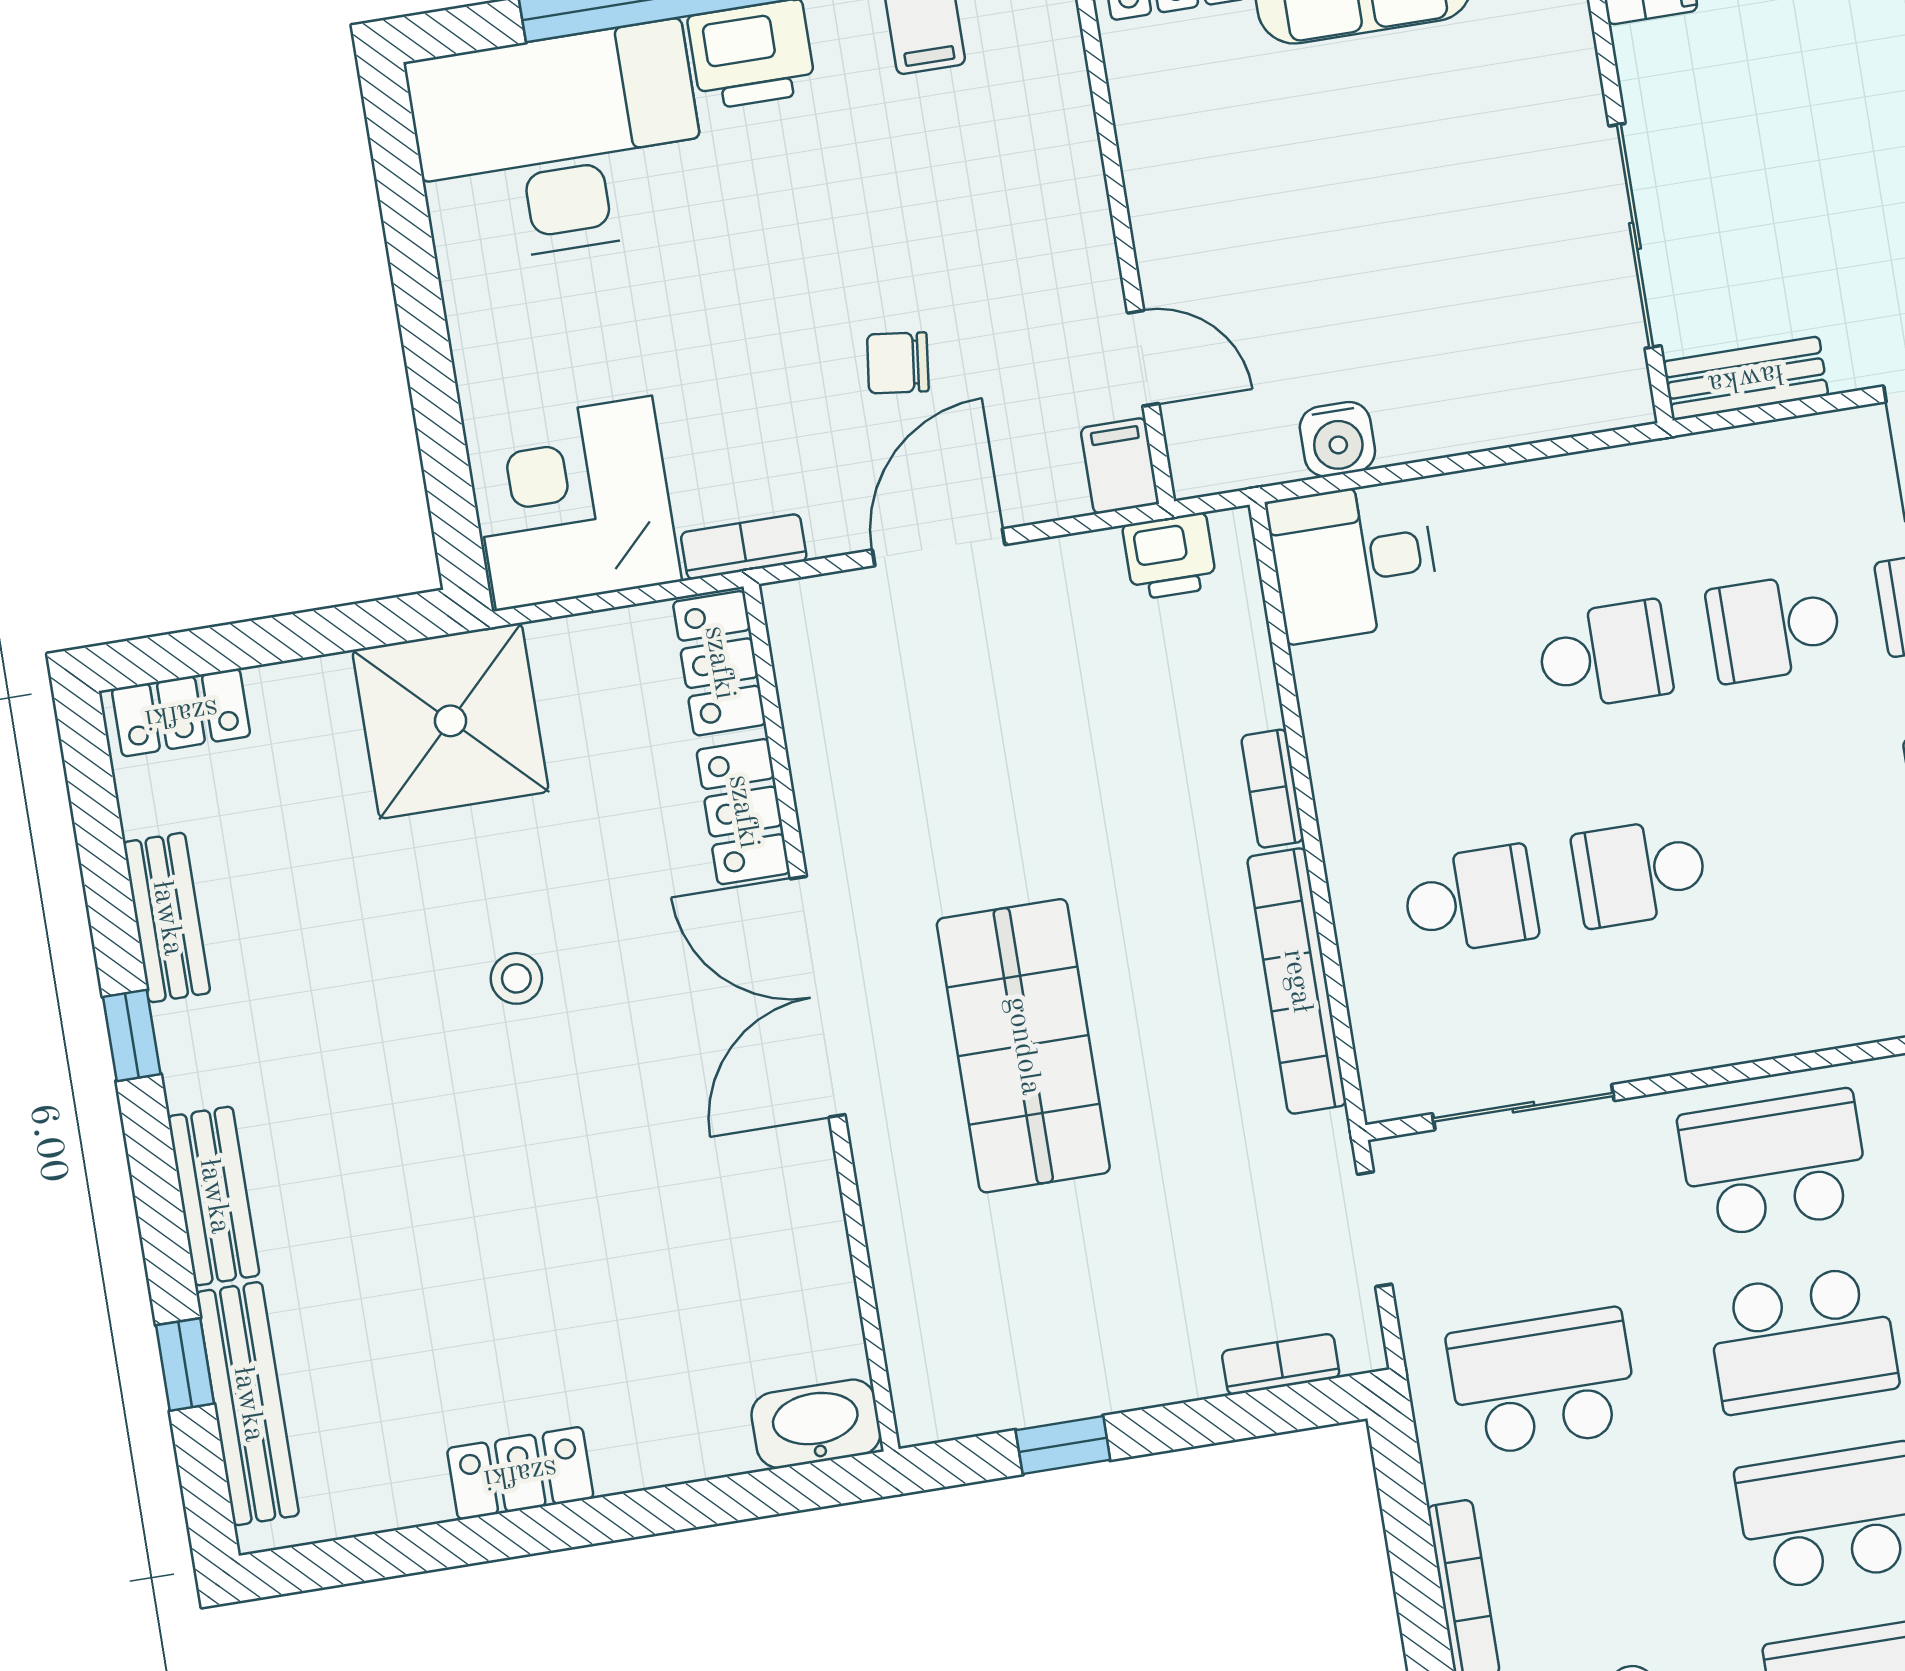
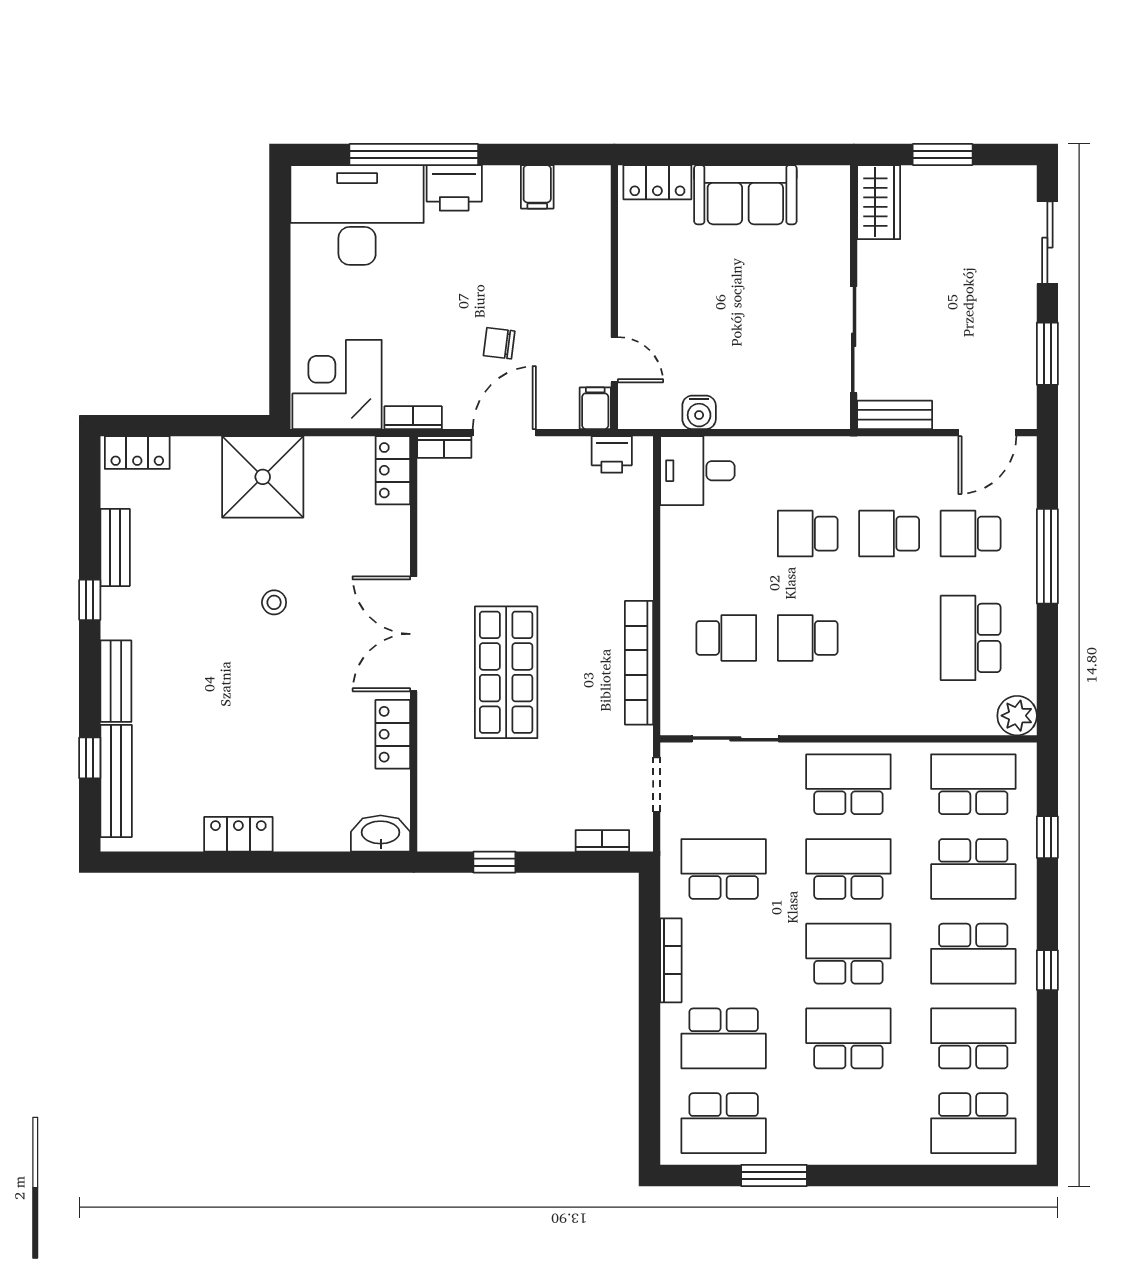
school desk: (1605, 655) -> (808, 534), turned 180
bookcase: (1272, 789) -> (444, 447), moved, turned -90
locker: (743, 812) -> (393, 734), moved
school desk: (1803, 1340) -> (848, 869), turned 180

